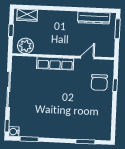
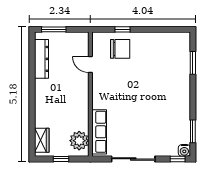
row of seats: (55, 63) -> (99, 132), moved

